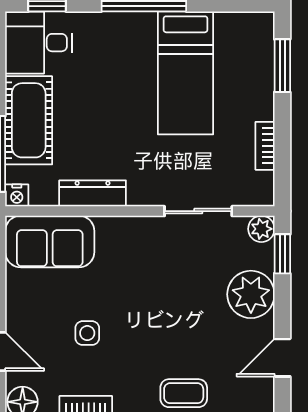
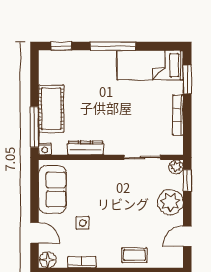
desk: (39, 43) -> (57, 67), removed
bed: (185, 73) -> (150, 65), moved, turned 90
bookcase: (265, 146) -> (178, 115), width x1.56
sofa: (50, 241) -> (52, 189), moved, turned -90

